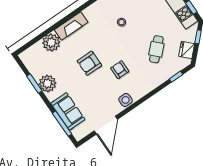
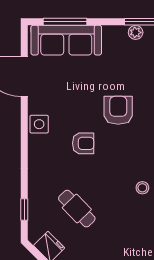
plant: (47, 83) -> (136, 32), width x0.53, depth x0.53
sofa: (68, 111) -> (66, 40), width x1.36

